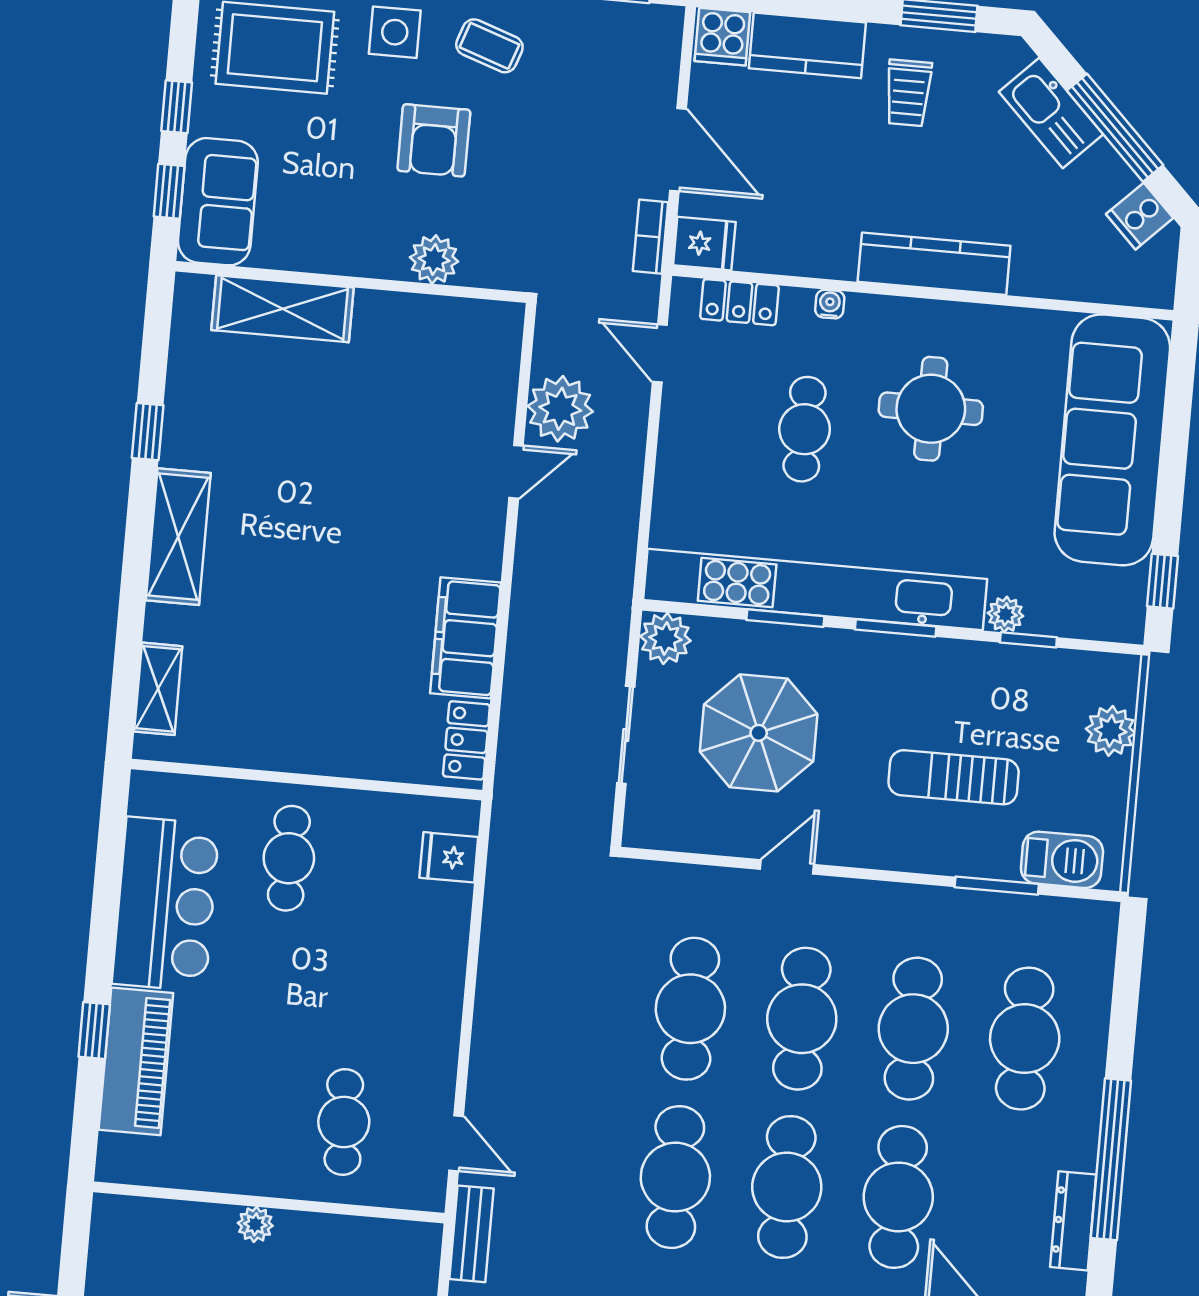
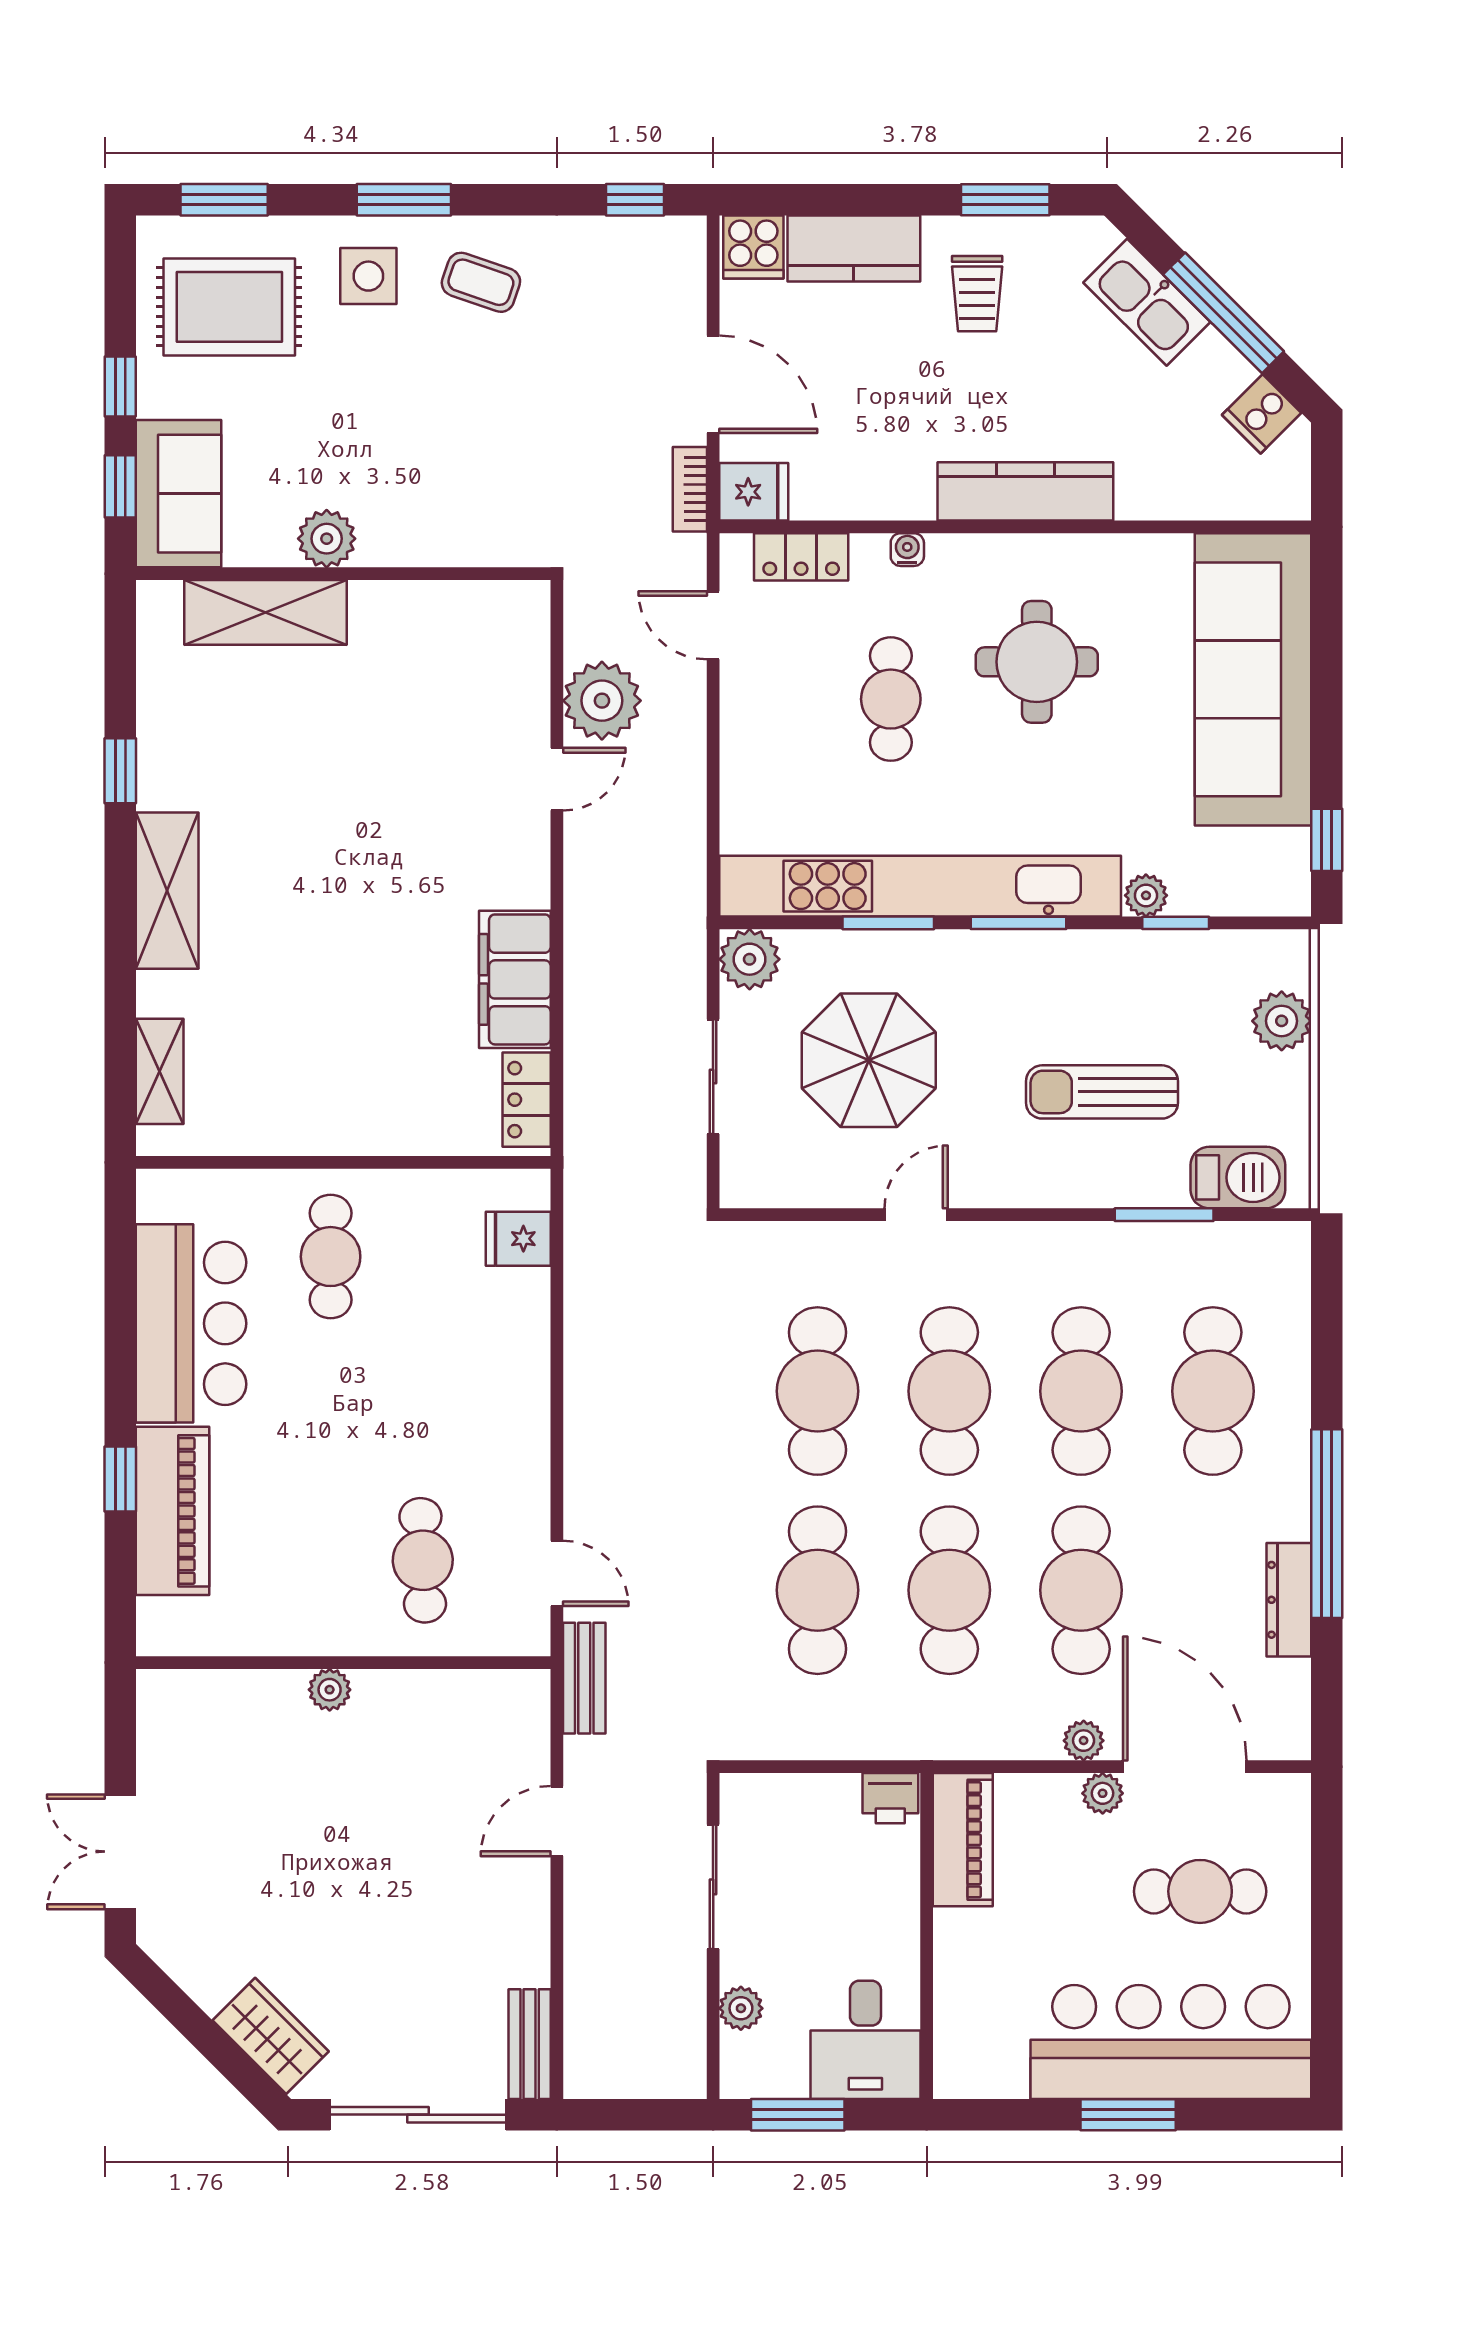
armchair: (434, 140) -> (426, 399), removed
plant: (434, 259) -> (327, 539), moved

